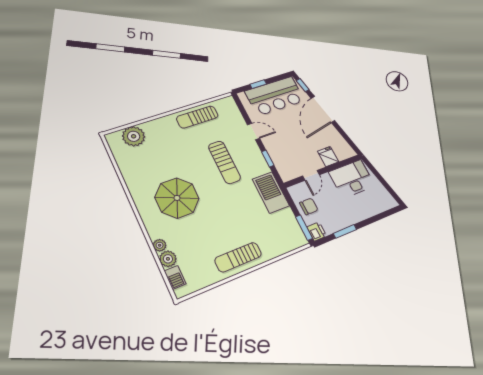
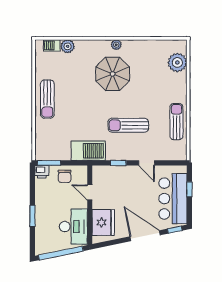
door: (254, 131) -> (147, 163), hinge flipped
fridge: (328, 157) -> (103, 222), width x1.88, depth x1.34
window: (383, 181) -> (61, 253), added
window: (345, 231) -> (32, 216), moved
plant: (160, 245) -> (116, 45), moved
sun lounger: (238, 257) -> (47, 99), turned 180

